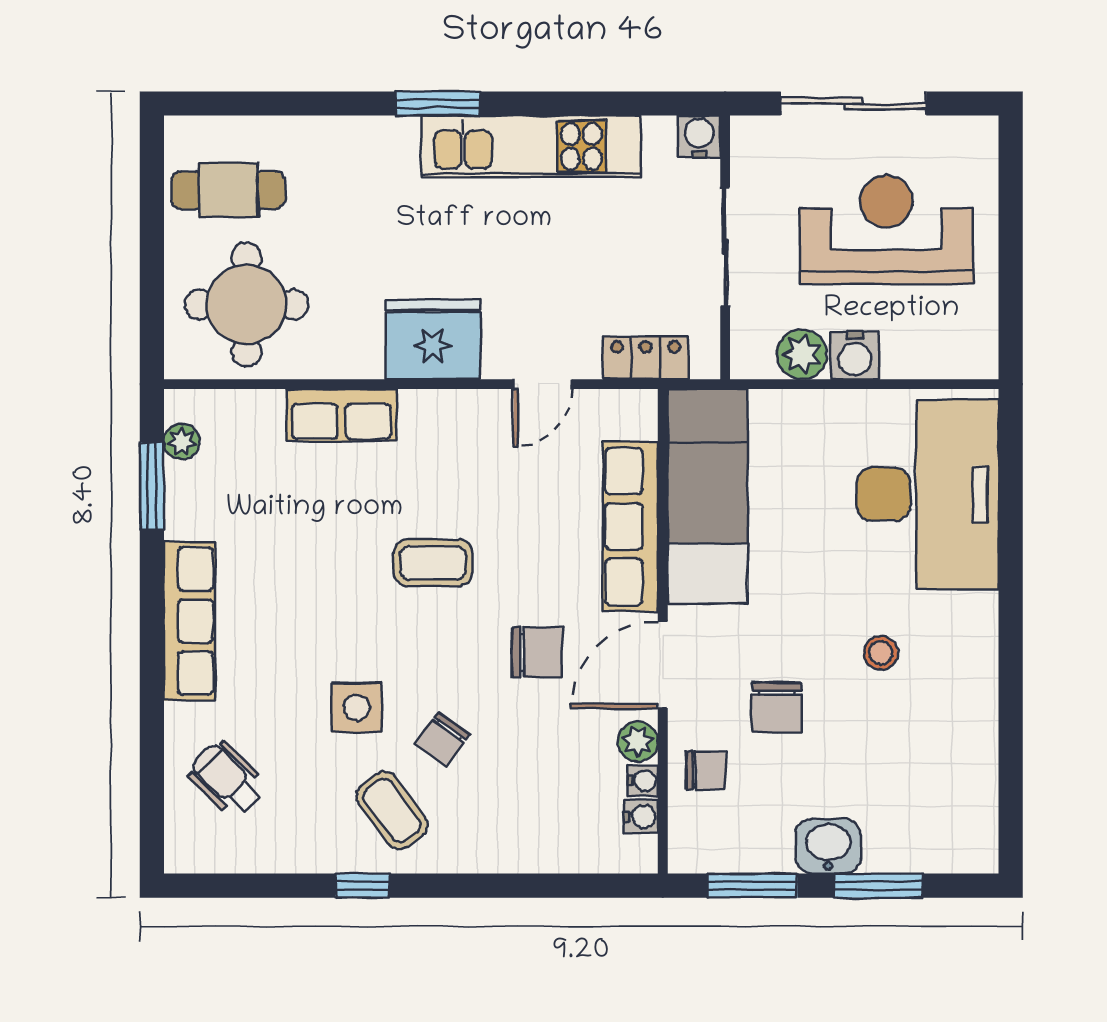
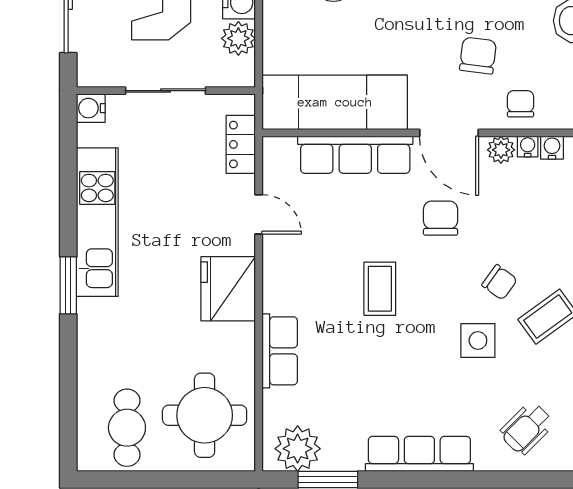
plant: (182, 442) -> (298, 449), width x1.88, depth x1.88
chair: (777, 707) -> (478, 56), turned -83

